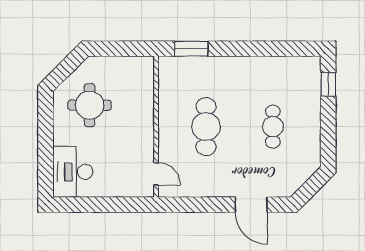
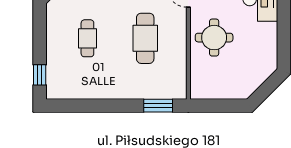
round table: (90, 105) -> (214, 38), moved

